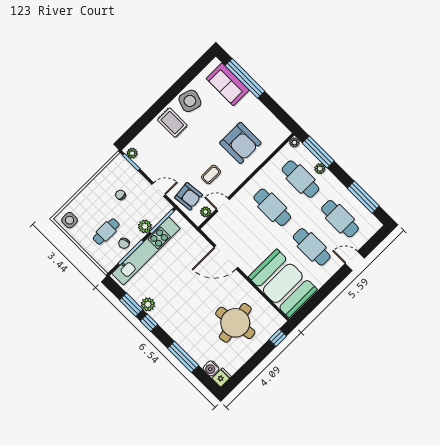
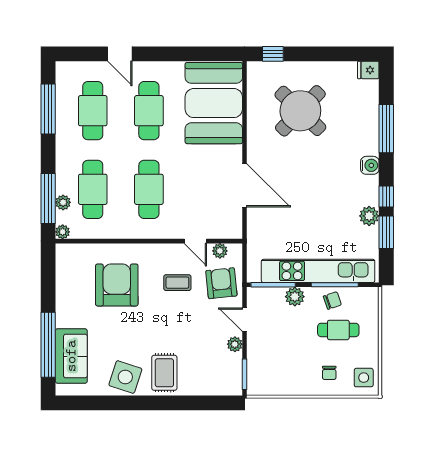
plant: (132, 153) -> (235, 344), moved
plant: (320, 169) -> (63, 202), moved
chair: (120, 195) -> (329, 373), moved
round table: (235, 323) -> (300, 111), turned -37
water cooler: (211, 368) -> (370, 165), moved

